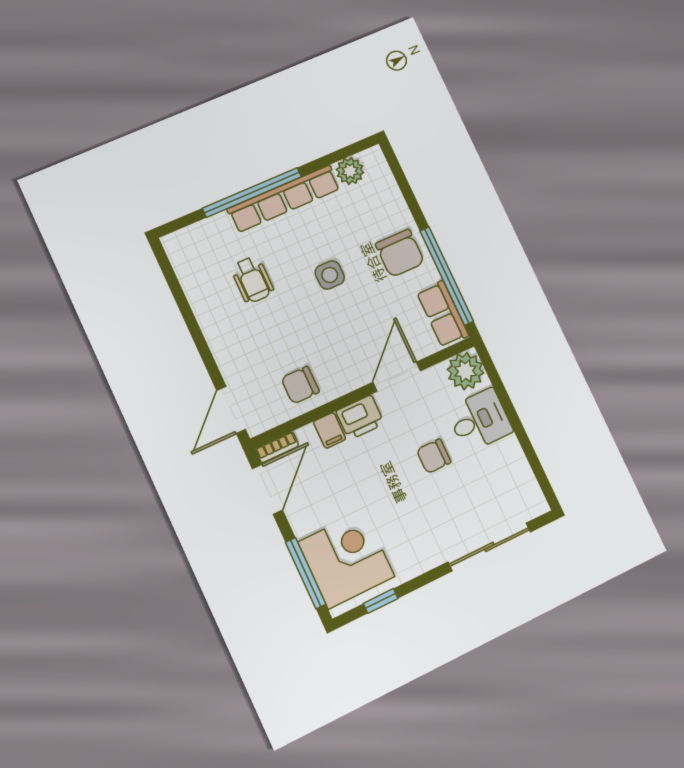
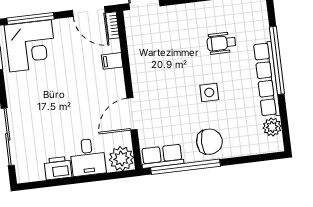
chair: (400, 253) -> (209, 142), turned 180
door: (397, 377) -> (132, 114), swing flipped
chair: (300, 385) -> (146, 52), removed
printer: (360, 417) -> (58, 168), moved, turned 90
chair: (434, 456) -> (75, 121), removed

